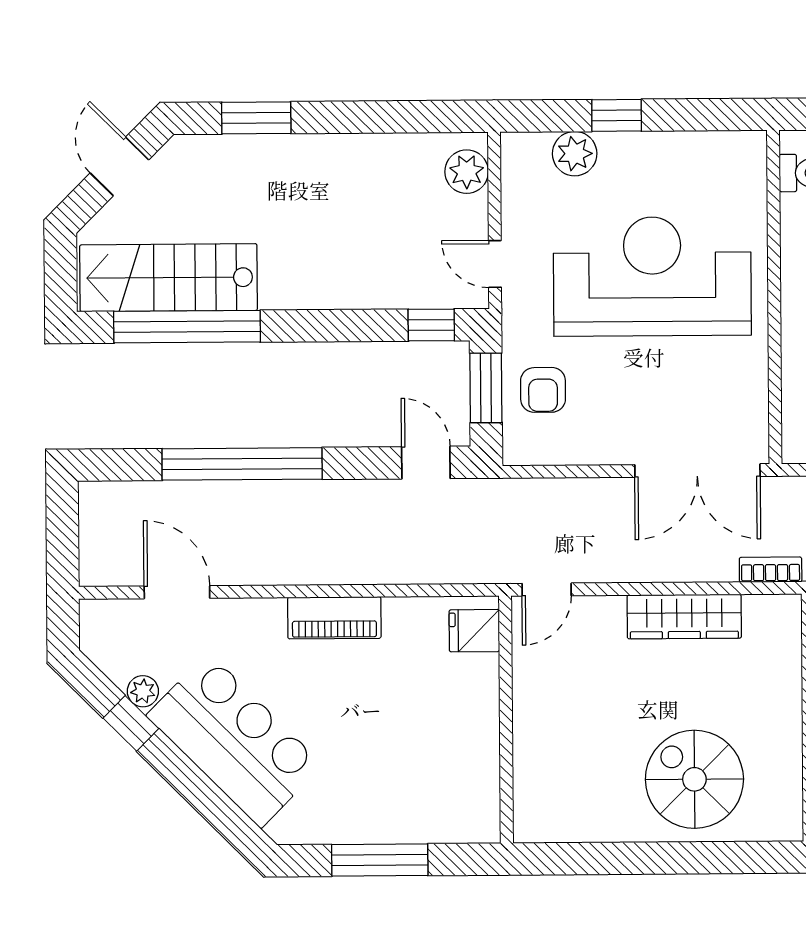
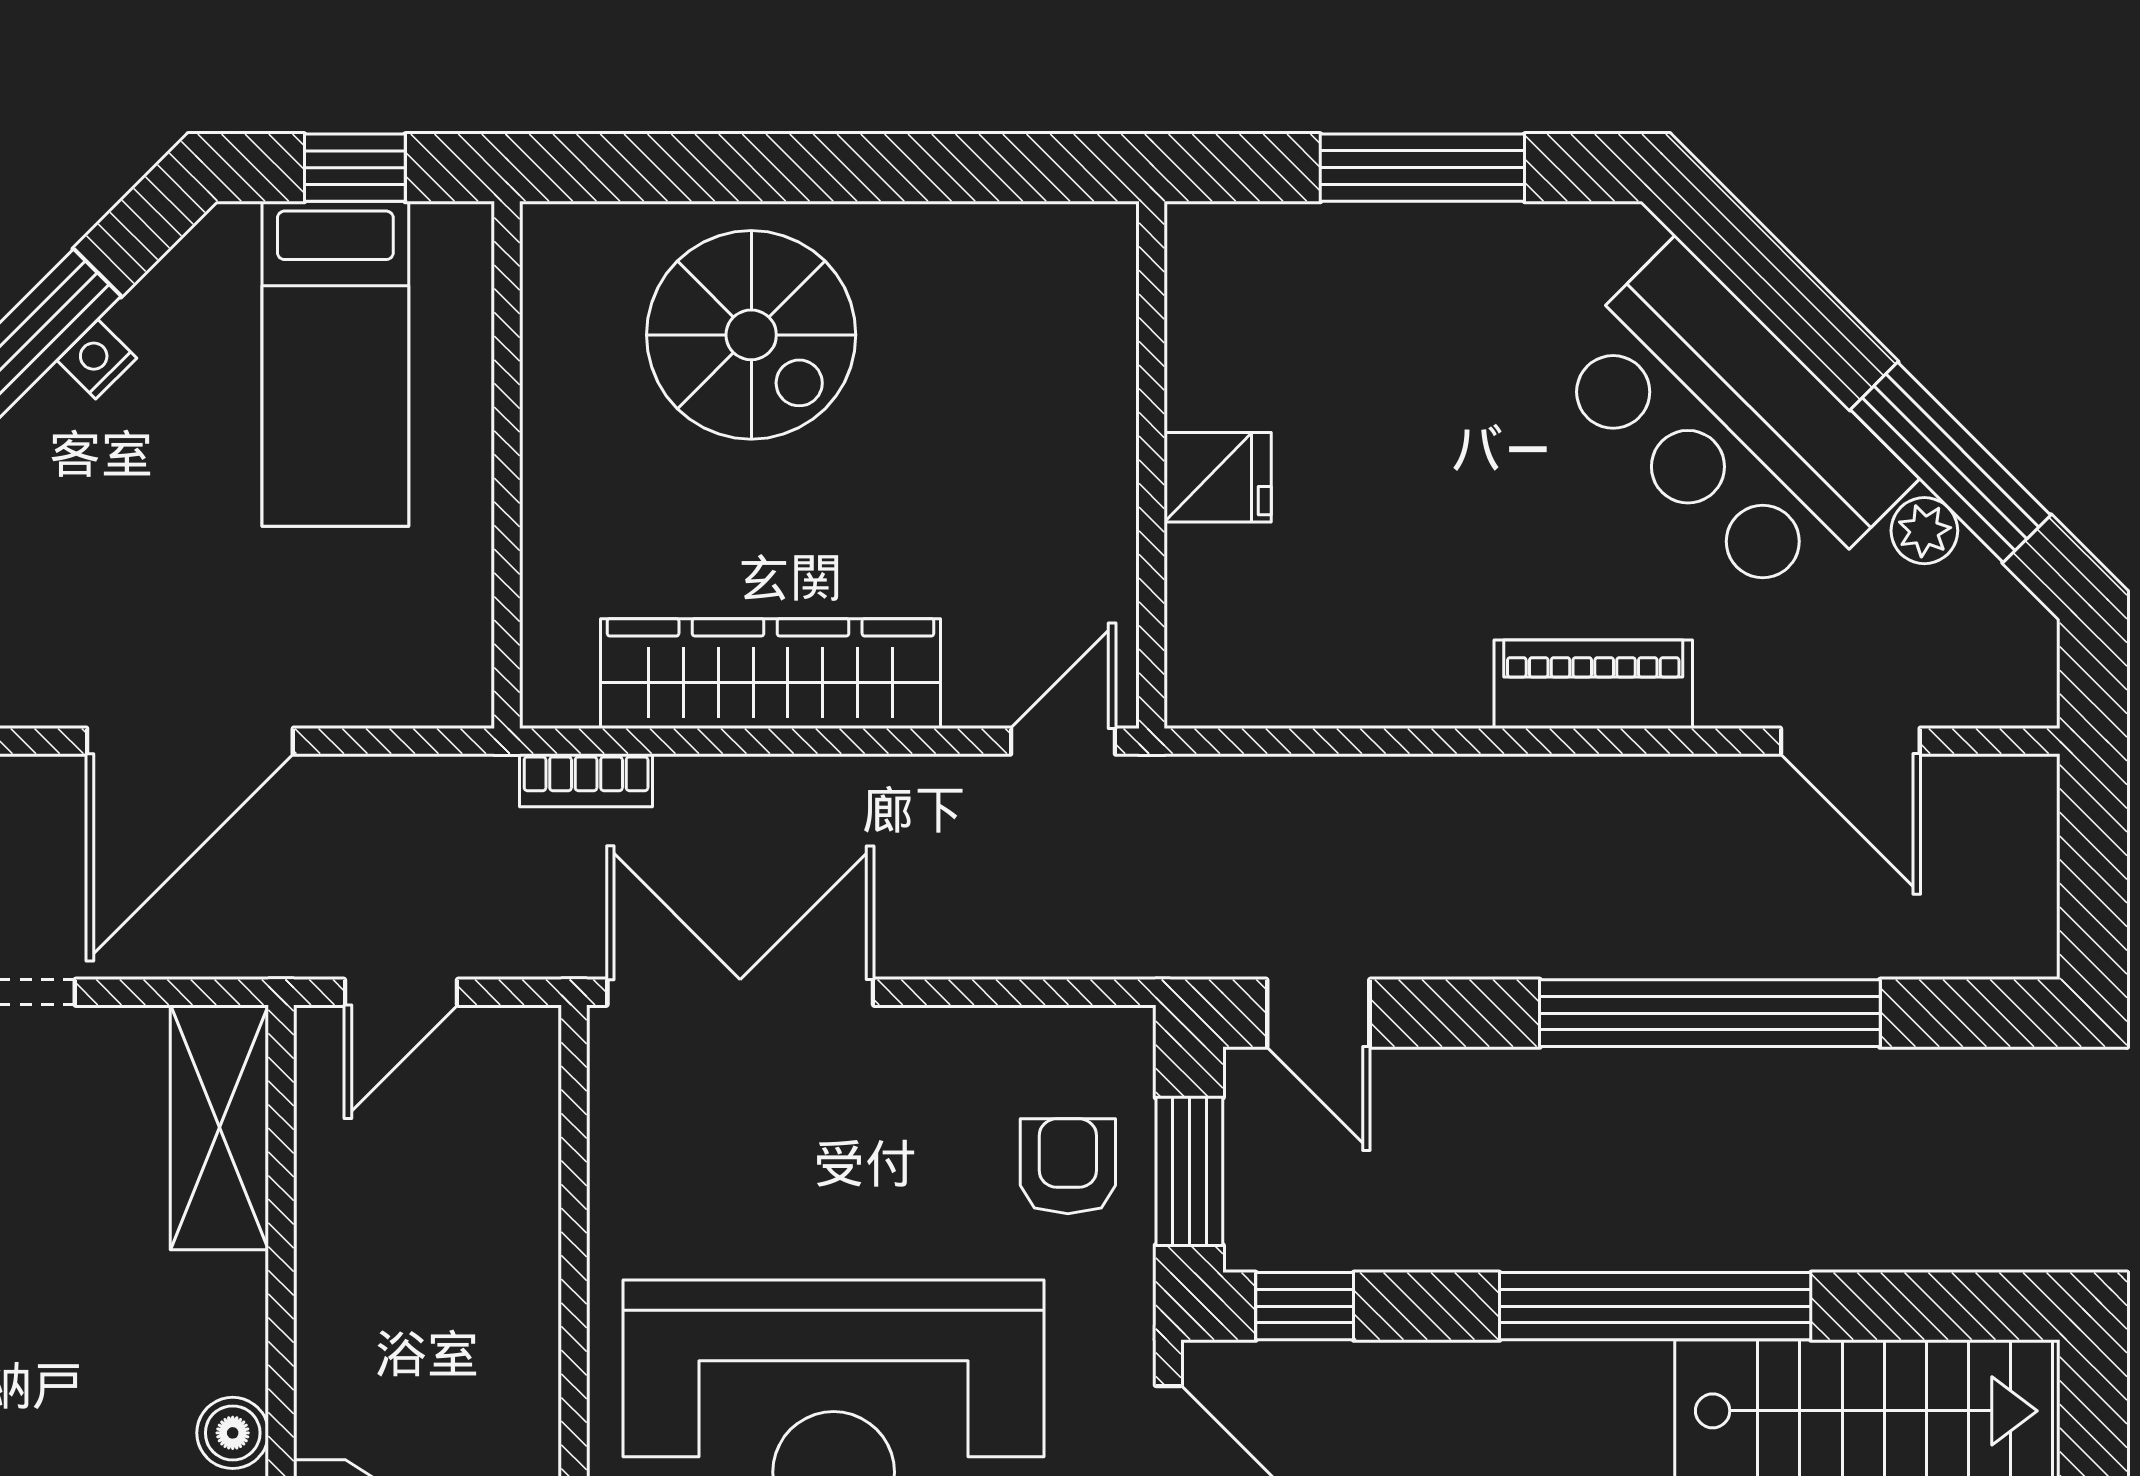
window: (187, 327) -> (1655, 1306), moved
wardrobe: (684, 617) -> (770, 674), width x1.40, depth x1.17
piano: (334, 618) -> (1593, 684), moved
fridge: (474, 631) -> (1218, 477), moved
window: (131, 723) -> (1950, 462), width x2.17

